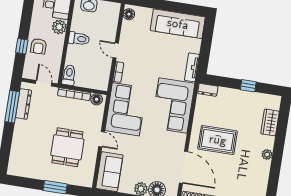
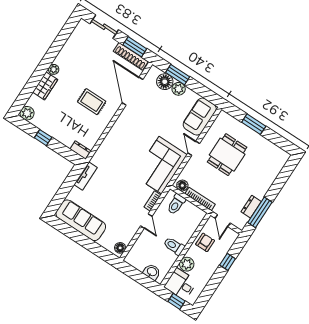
armchair: (39, 46) -> (205, 242), moved
toilet: (69, 75) -> (176, 204), moved
plant: (274, 102) -> (27, 113), added
dresser: (24, 104) -> (251, 207), width x0.70
corner sofa: (173, 105) -> (117, 150), removed
wardrobe: (270, 122) -> (45, 86), moved
rug: (218, 140) -> (92, 102), width x0.73, depth x0.70

